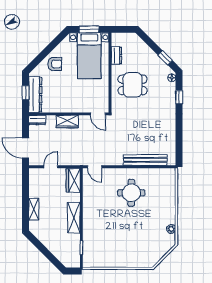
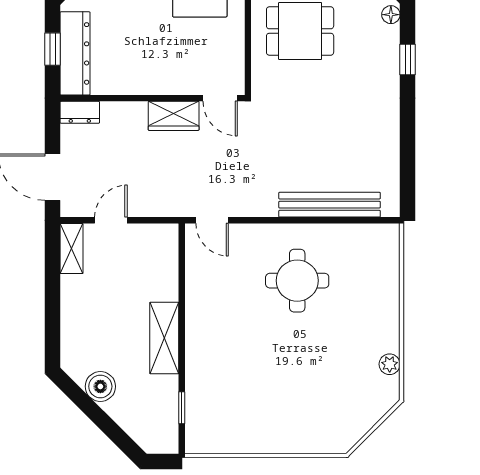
wardrobe: (67, 122) -> (174, 116), moved
wardrobe: (73, 180) -> (163, 252), removed
shelving: (34, 209) -> (71, 249), moved
boiler: (46, 239) -> (100, 386), added

